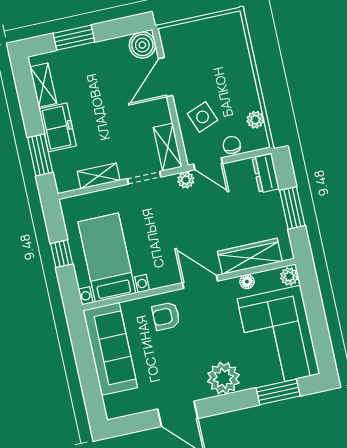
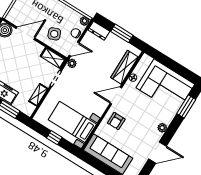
door: (165, 77) -> (26, 33), swing flipped
plant: (255, 120) -> (85, 21), moved
plant: (289, 276) -> (147, 60), removed
plant: (223, 378) -> (162, 128), width x0.53, depth x0.53

